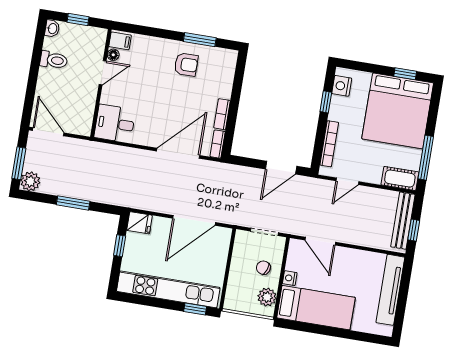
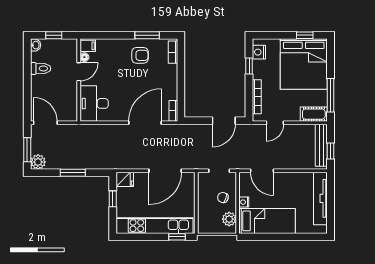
bookcase: (222, 114) -> (173, 52), moved
desk: (115, 124) -> (94, 103), width x1.37

